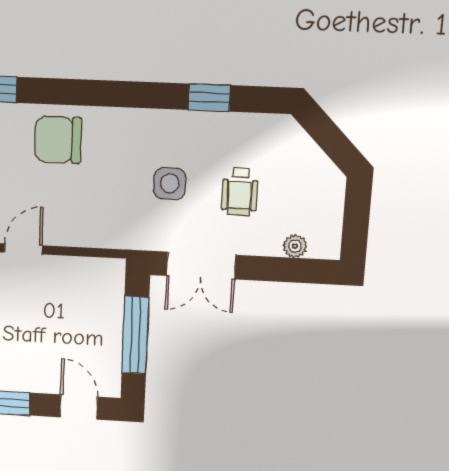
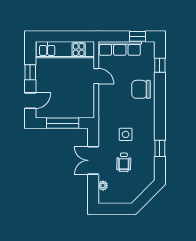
chair: (58, 140) -> (141, 89), turned -90
wheelchair: (240, 191) -> (124, 162), turned -89
double door: (201, 266) -> (93, 160), moved

